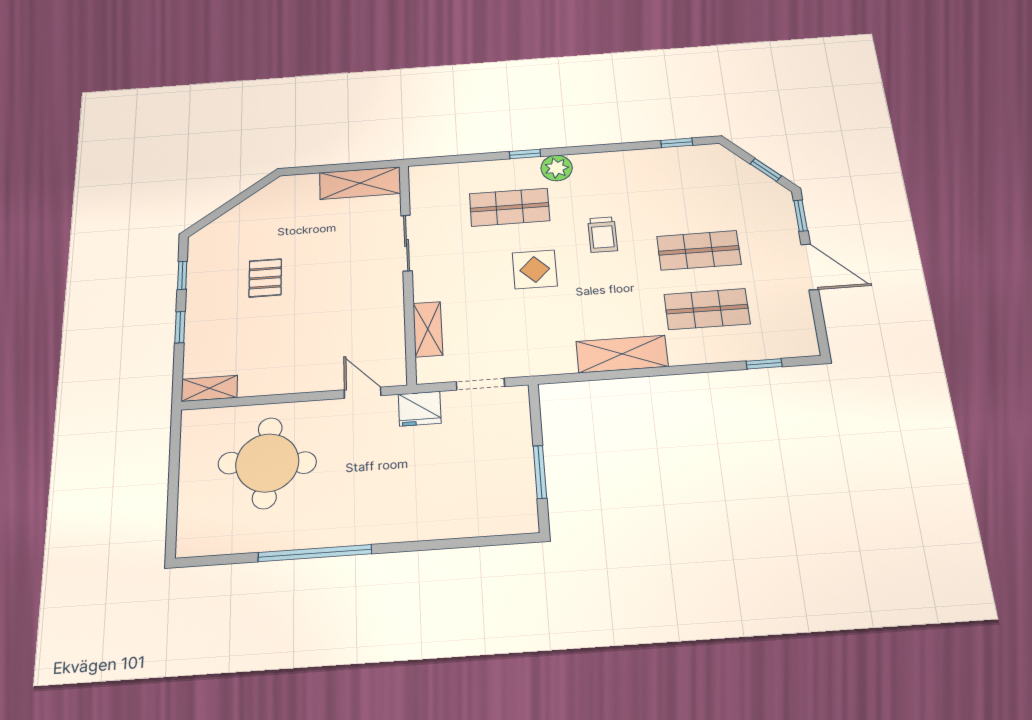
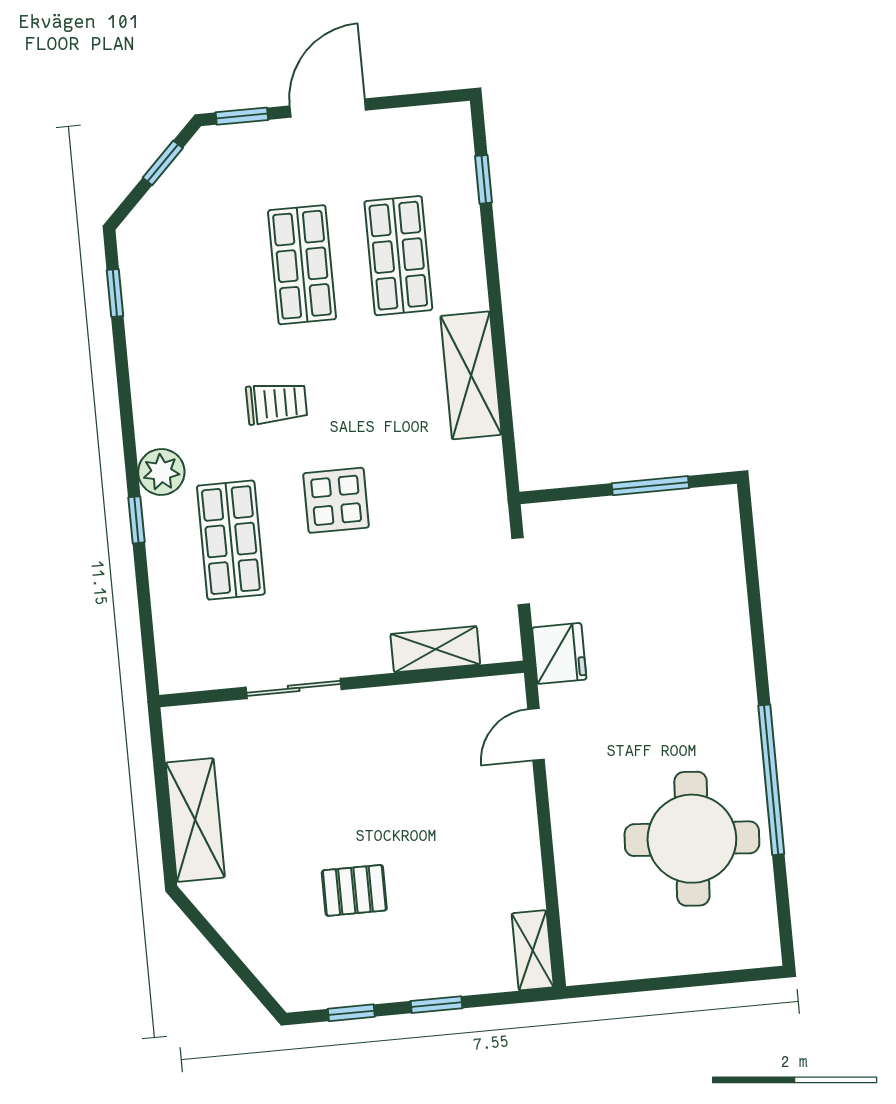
shelving: (360, 183) -> (195, 820), moved
round table: (267, 463) -> (692, 839), moved

